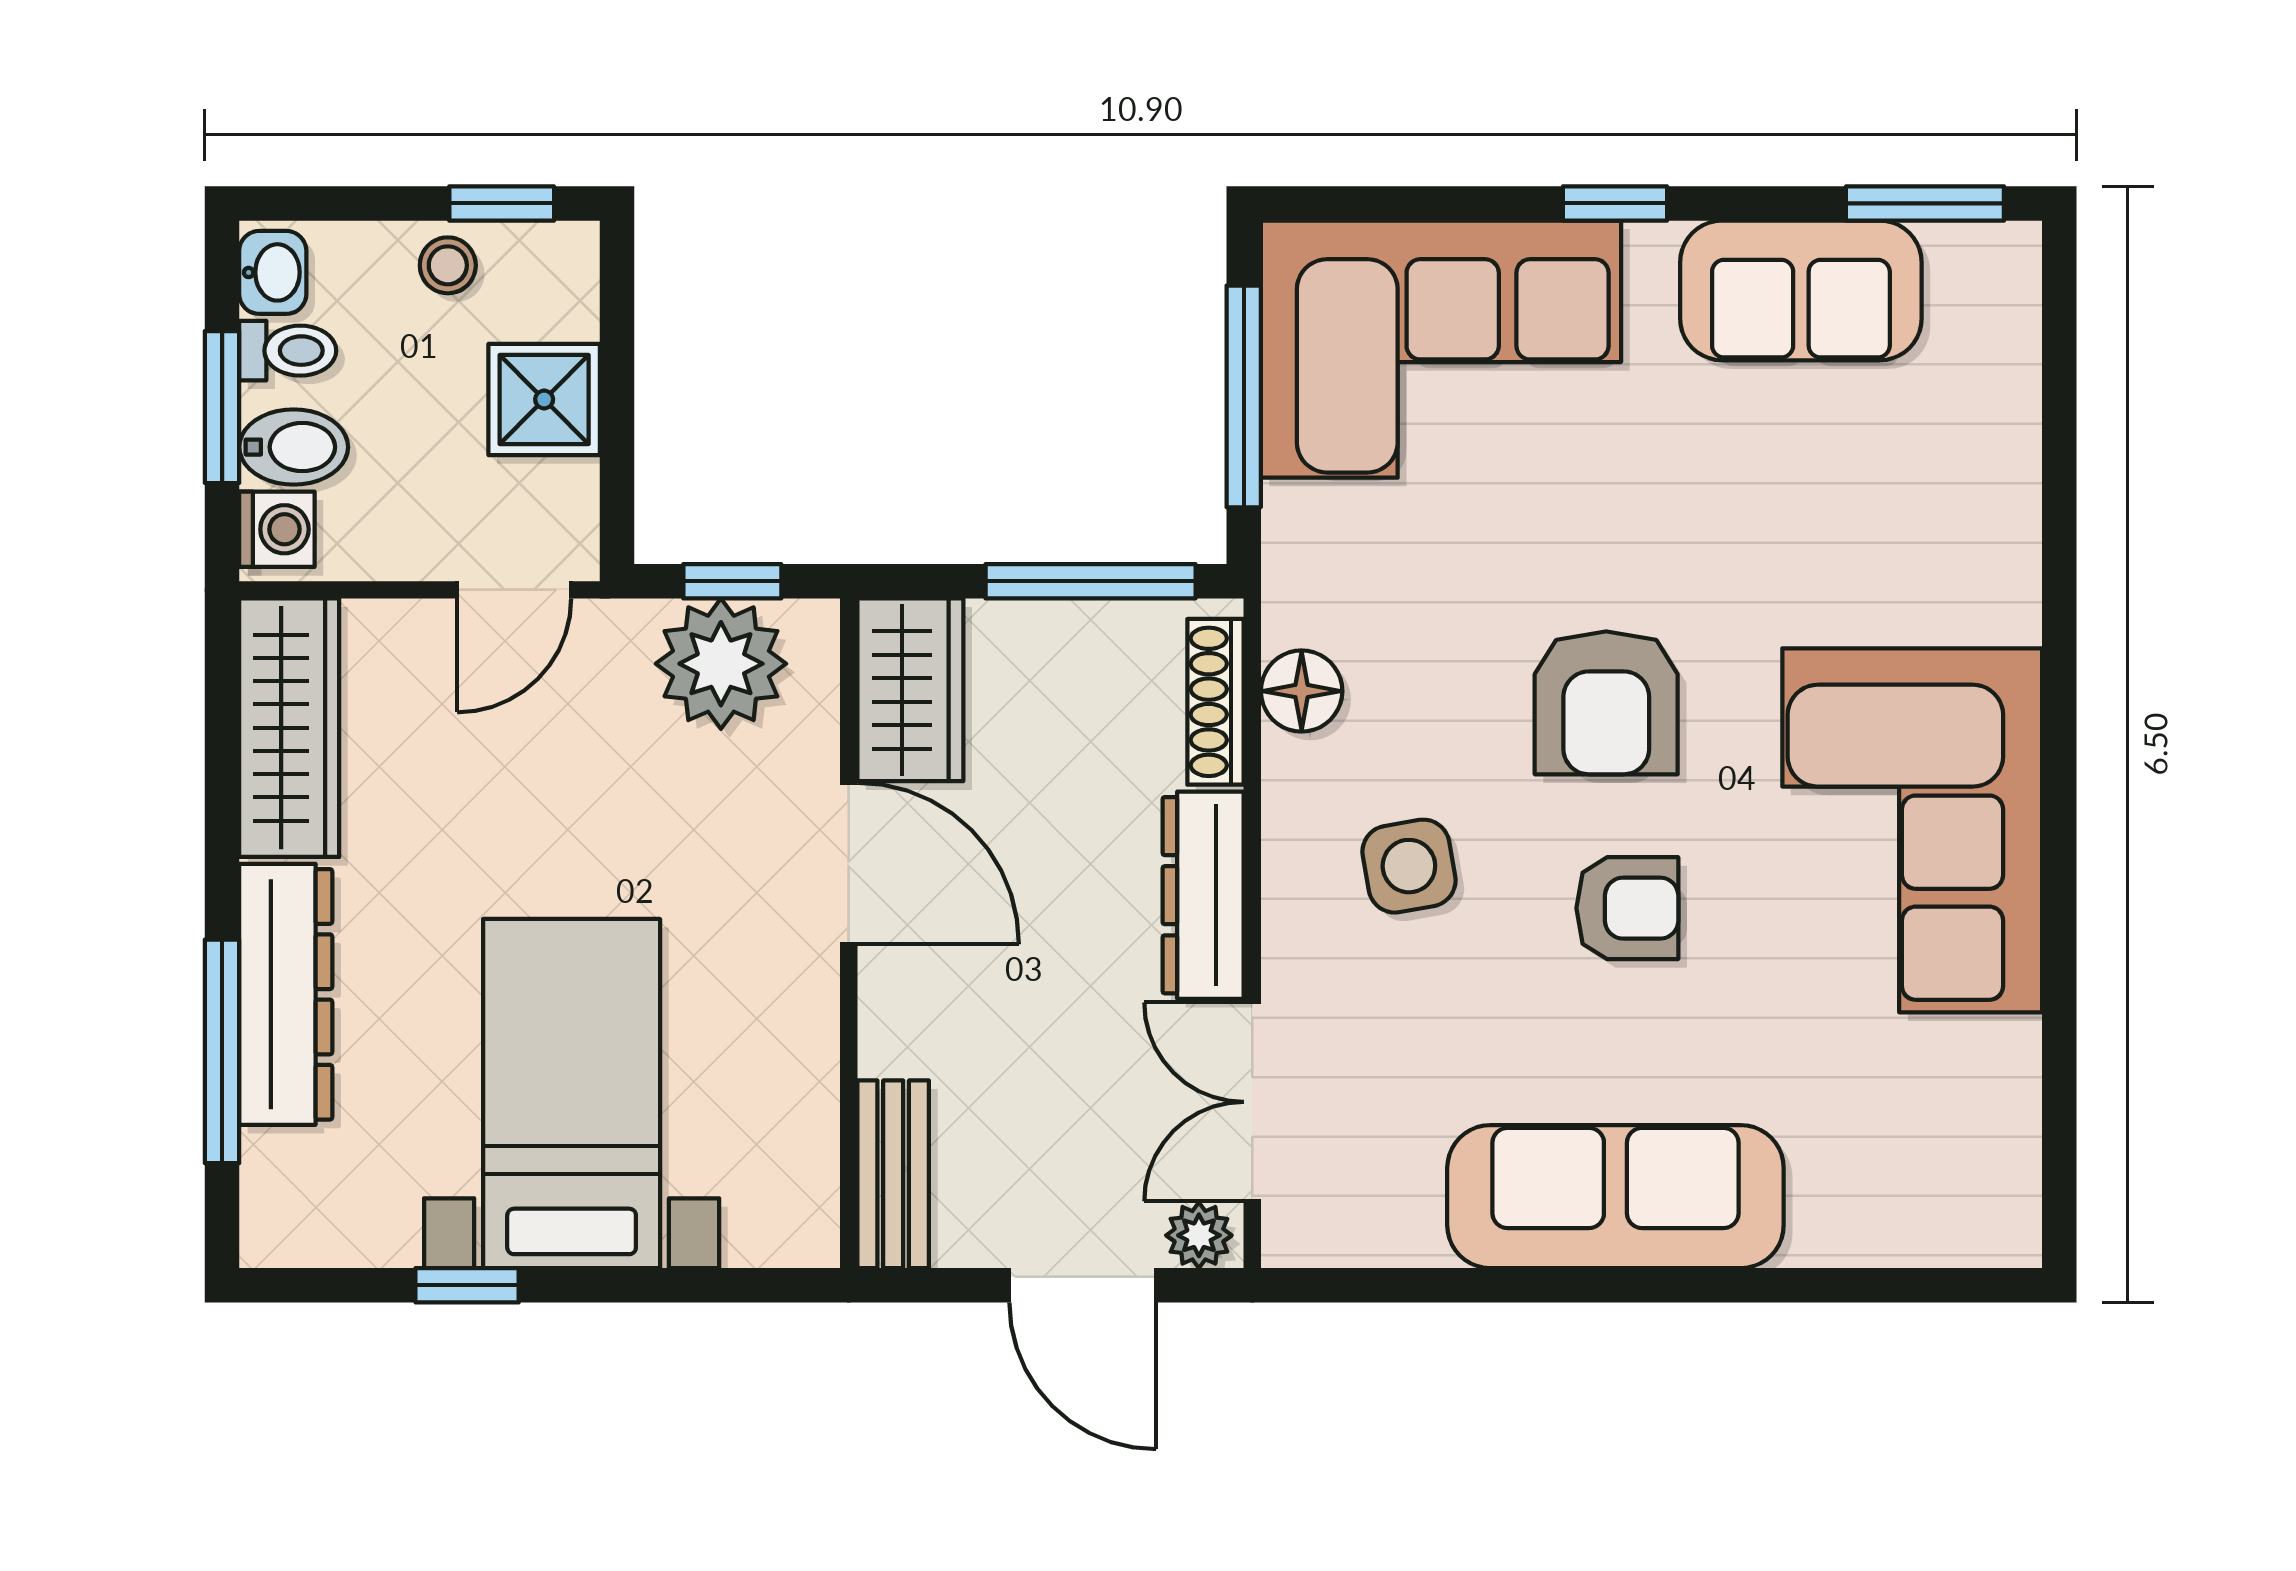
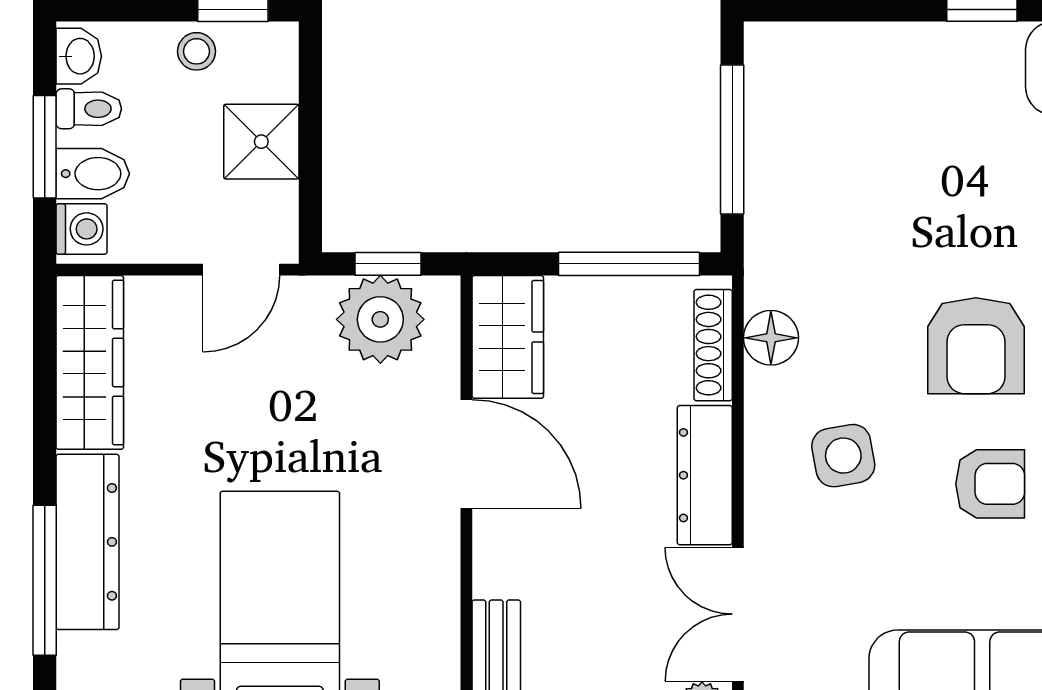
corner sofa: (1441, 349) -> (865, 108), removed

